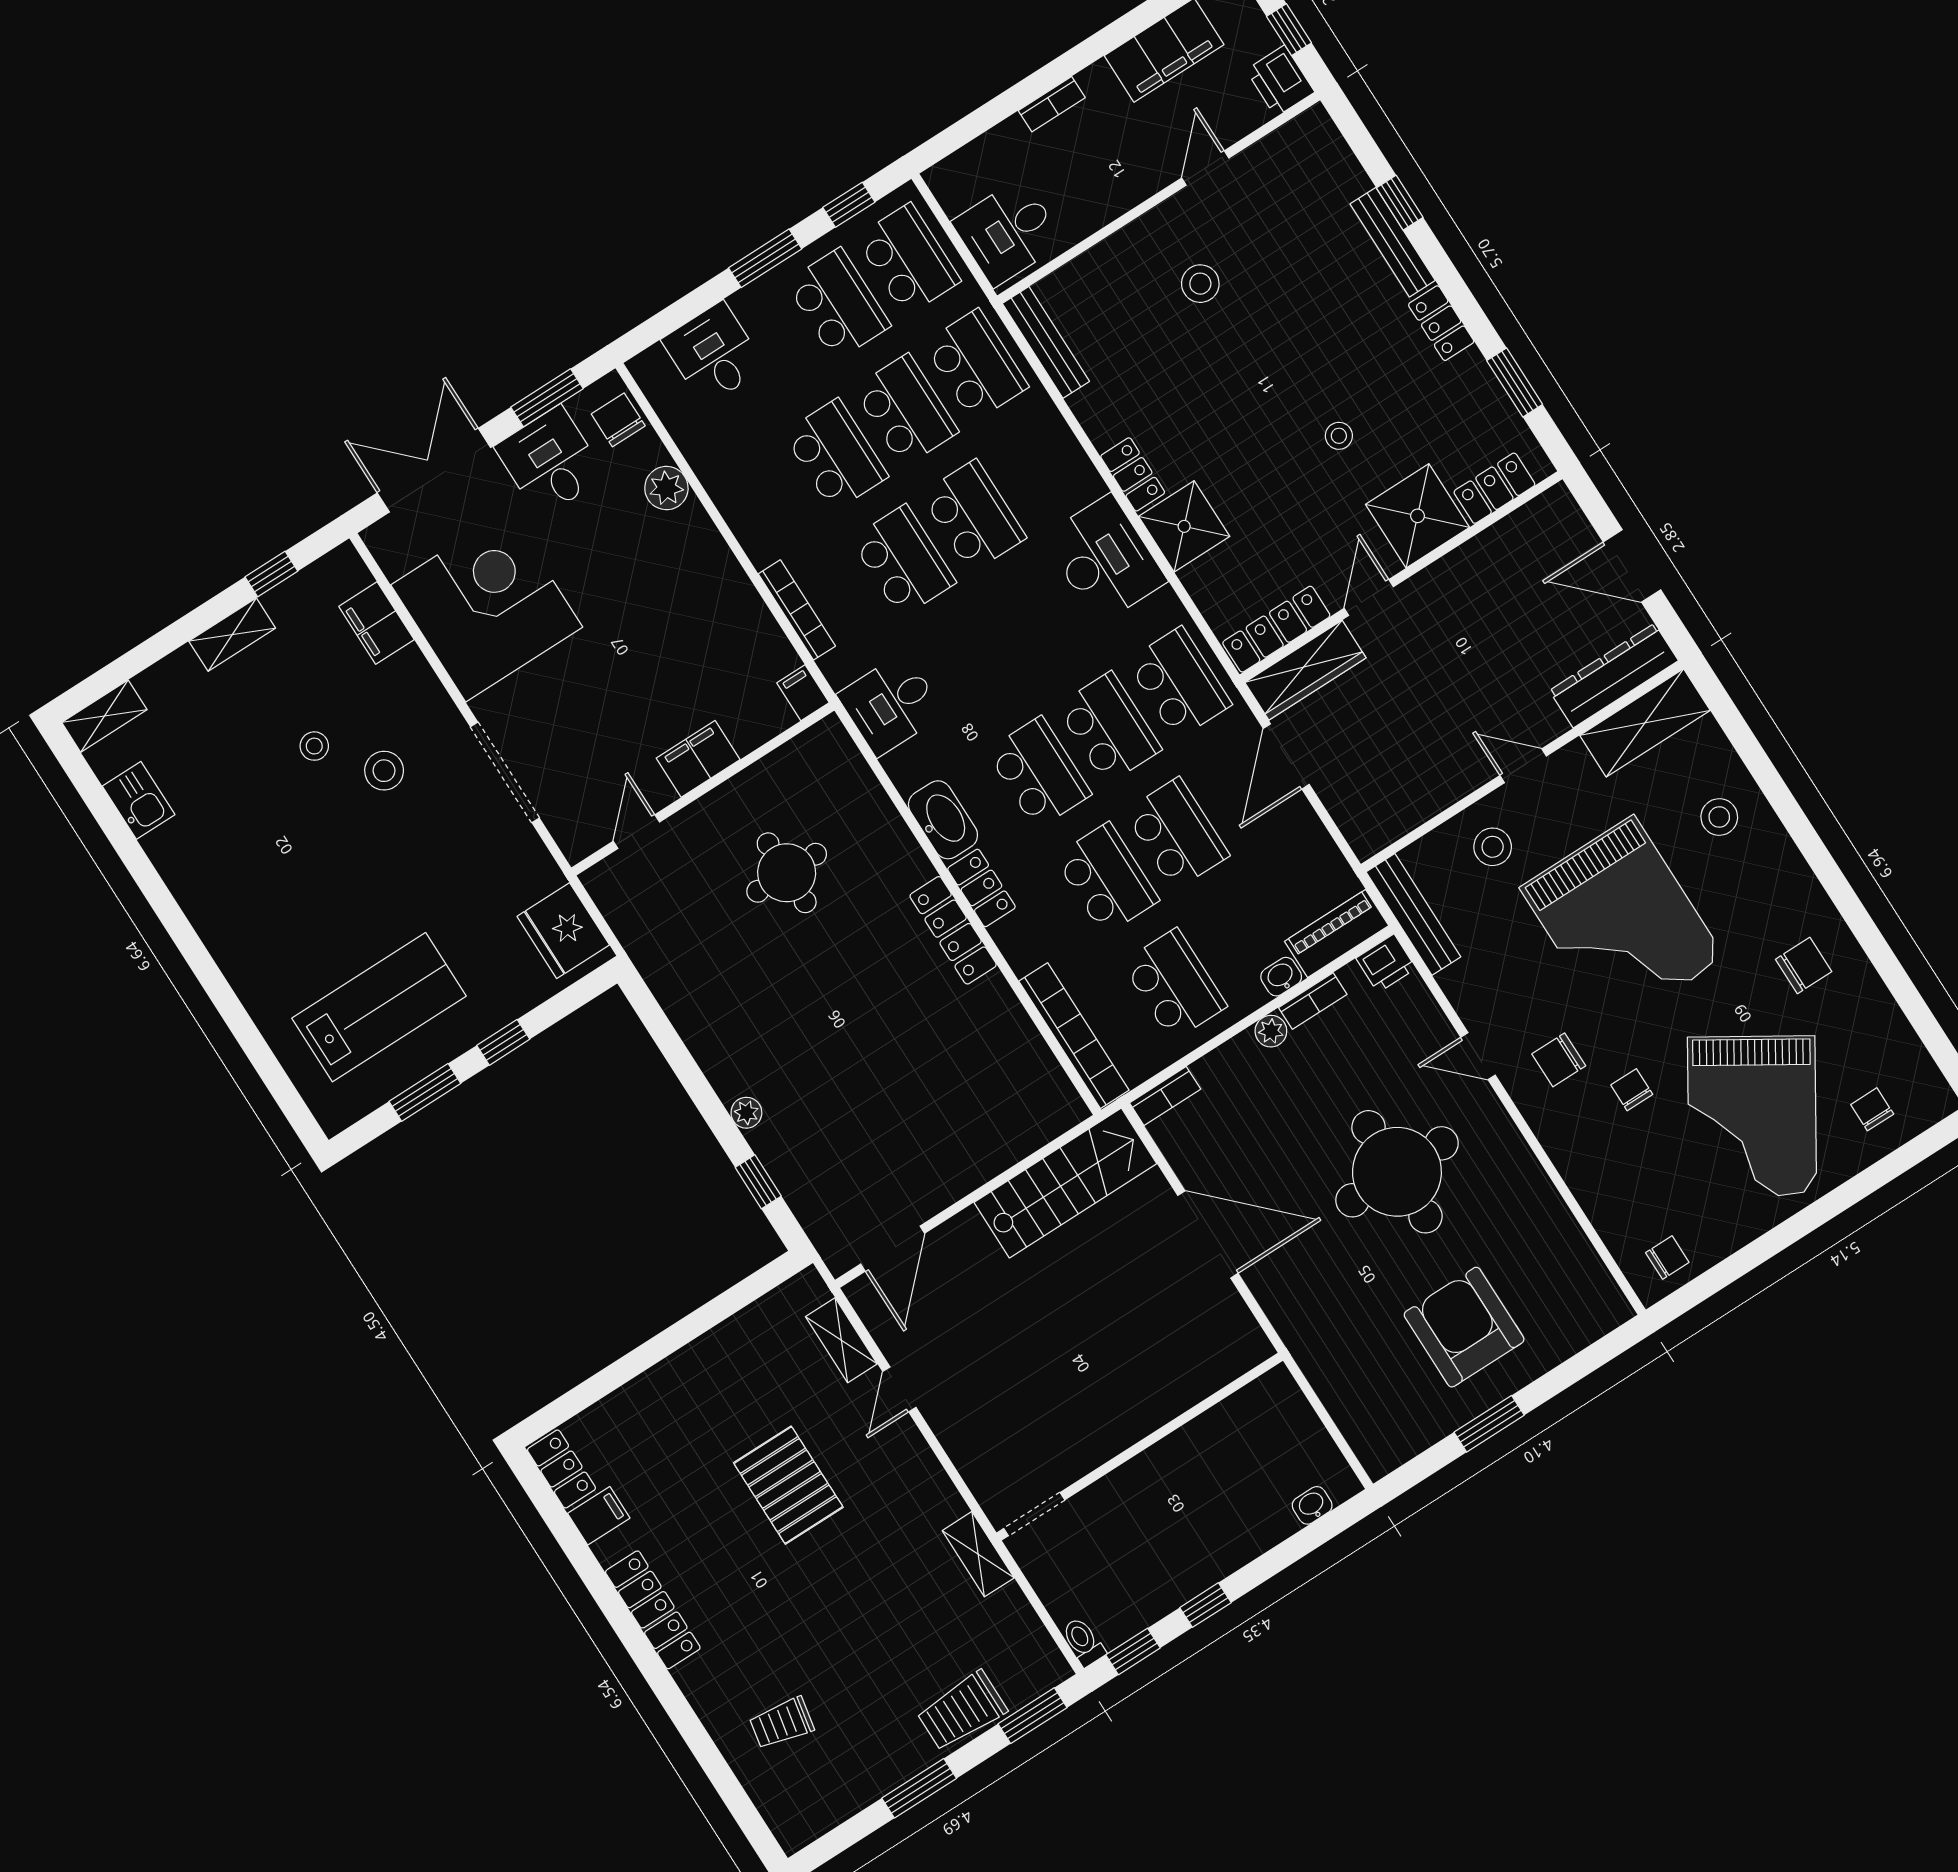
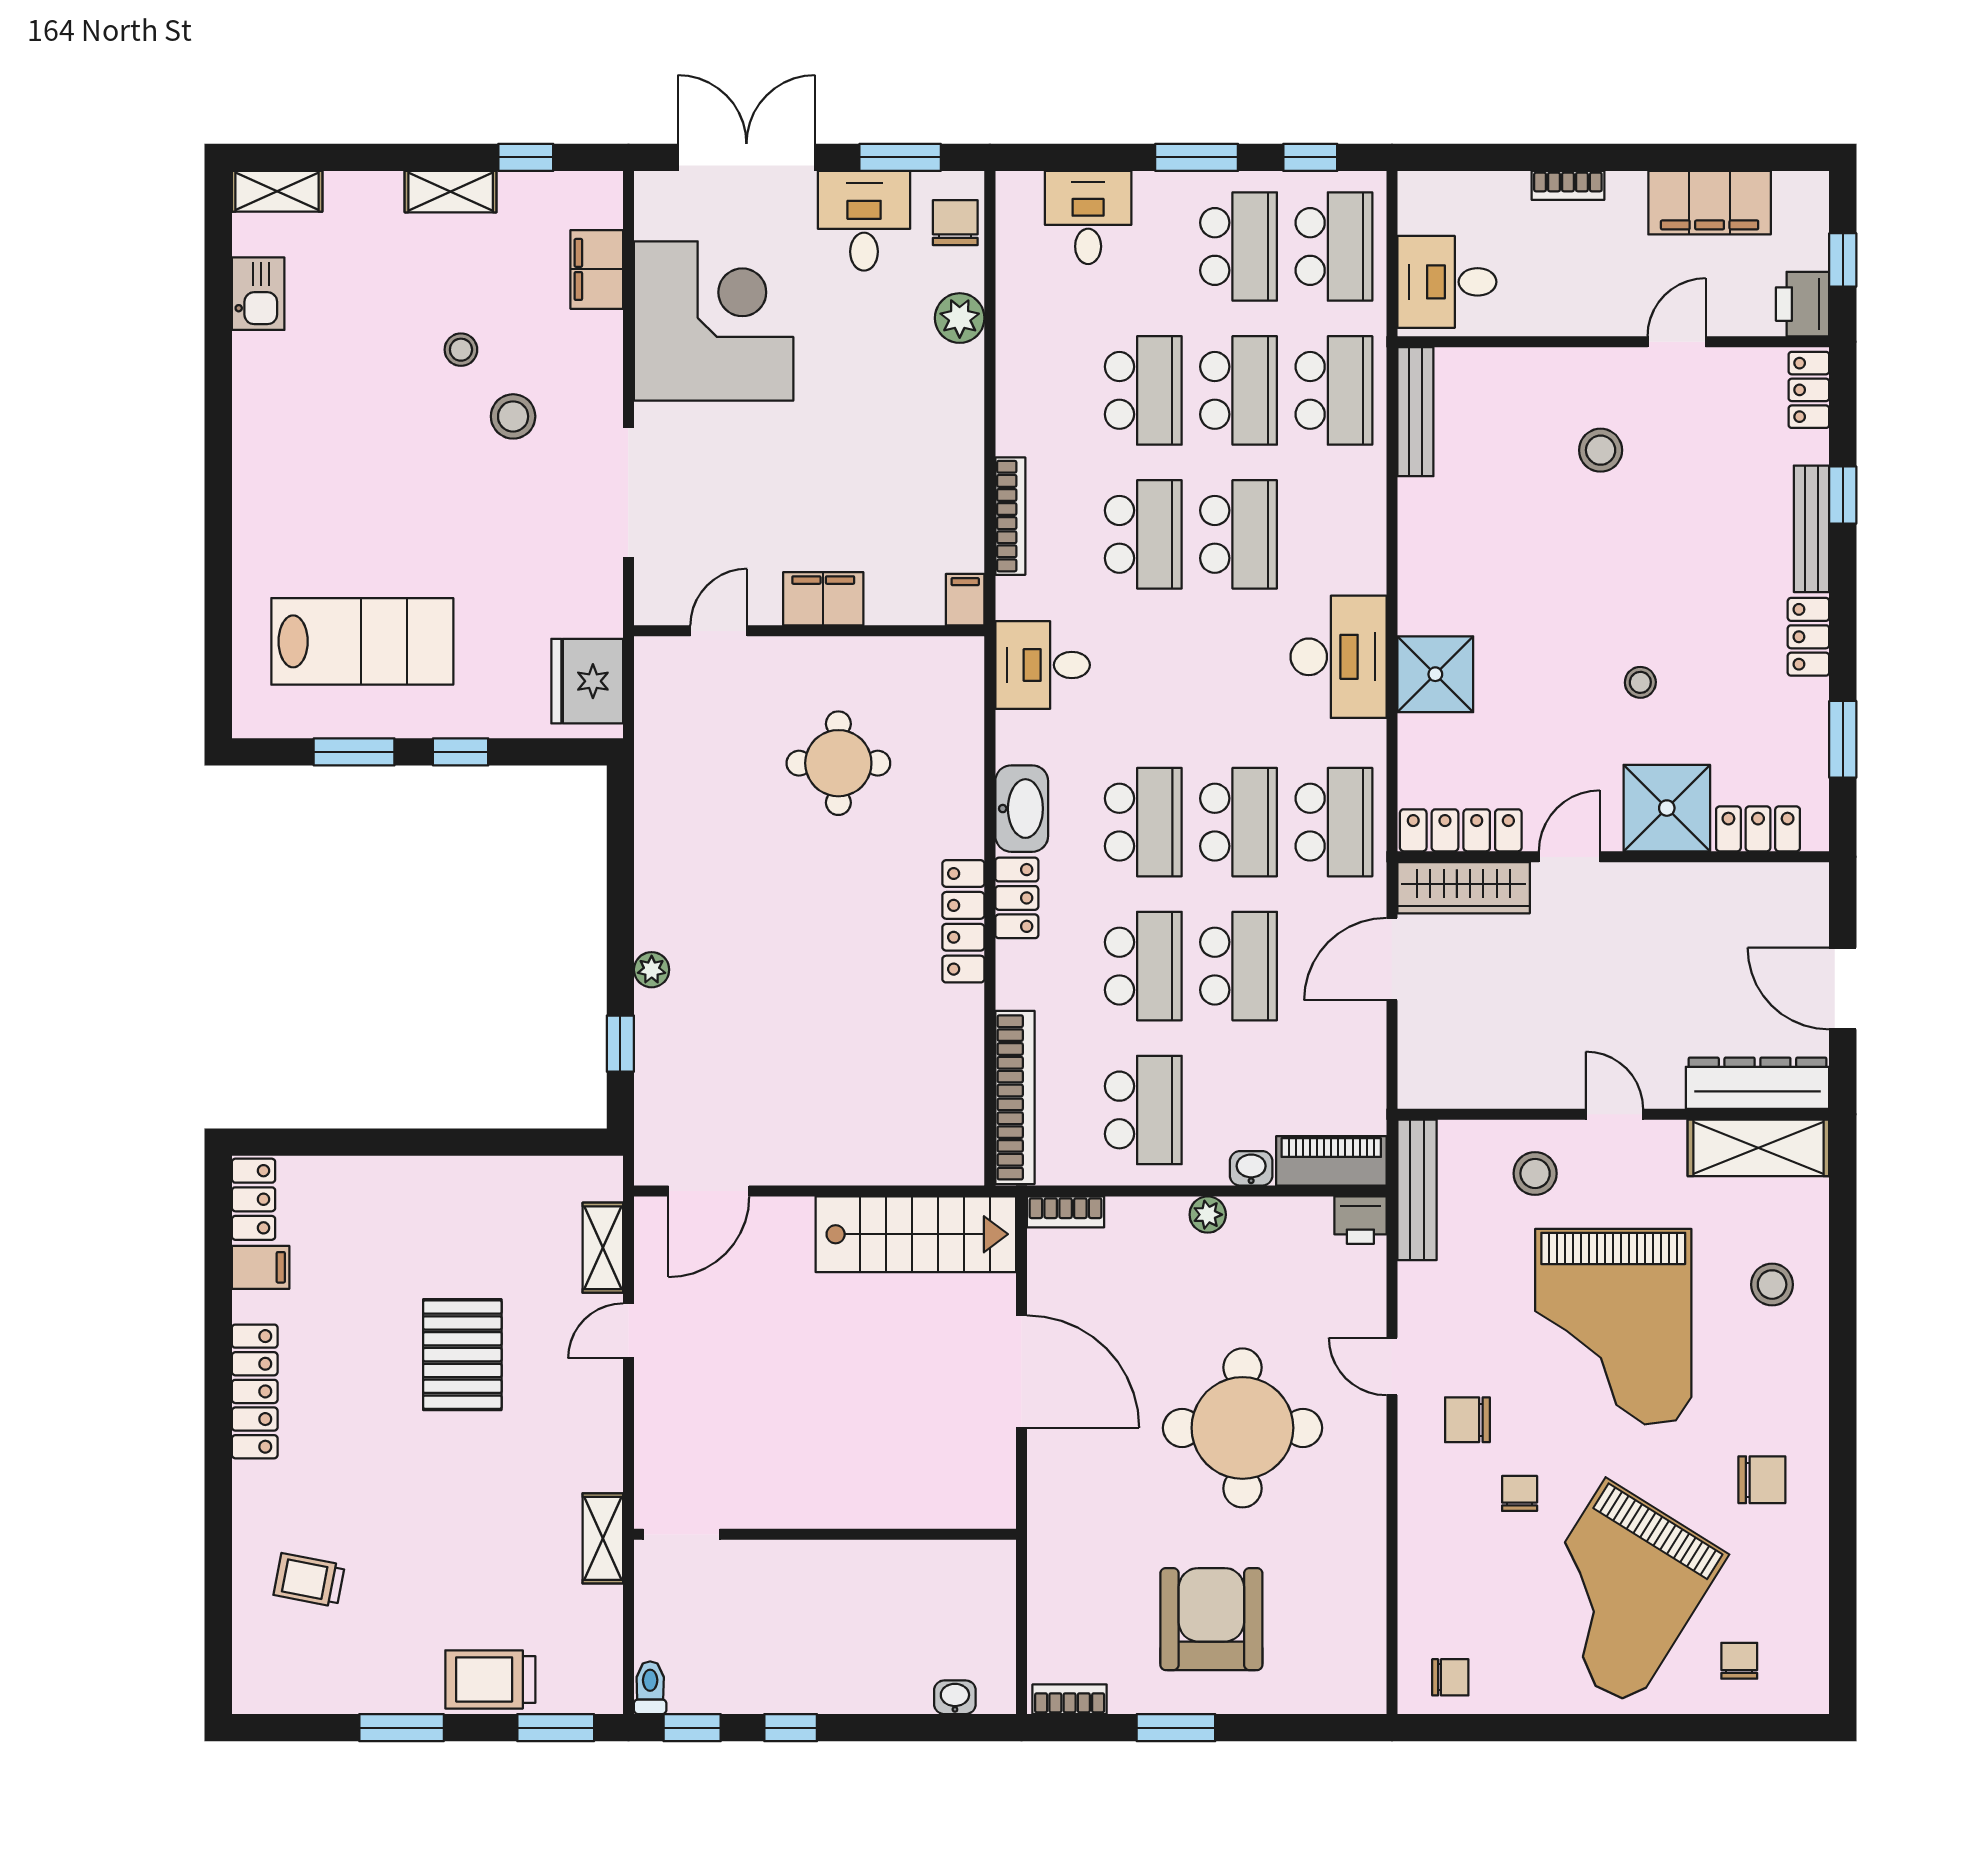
locker: (1133, 474) -> (1809, 390), moved, turned 180
bookcase: (1313, 1001) -> (1070, 1699), moved, turned 180

